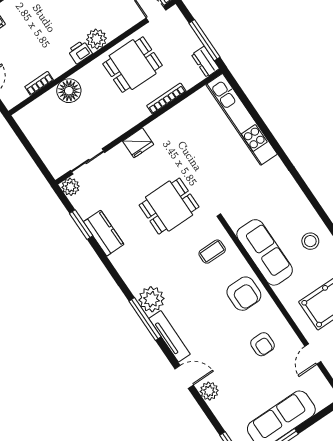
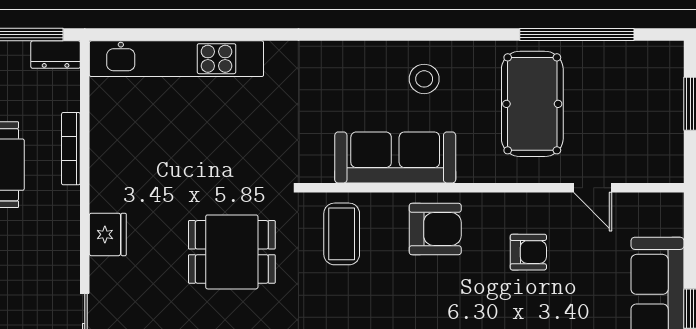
dining table: (169, 206) -> (232, 252), turned 90
coffee table: (212, 252) -> (342, 234), width x1.36, depth x1.30

